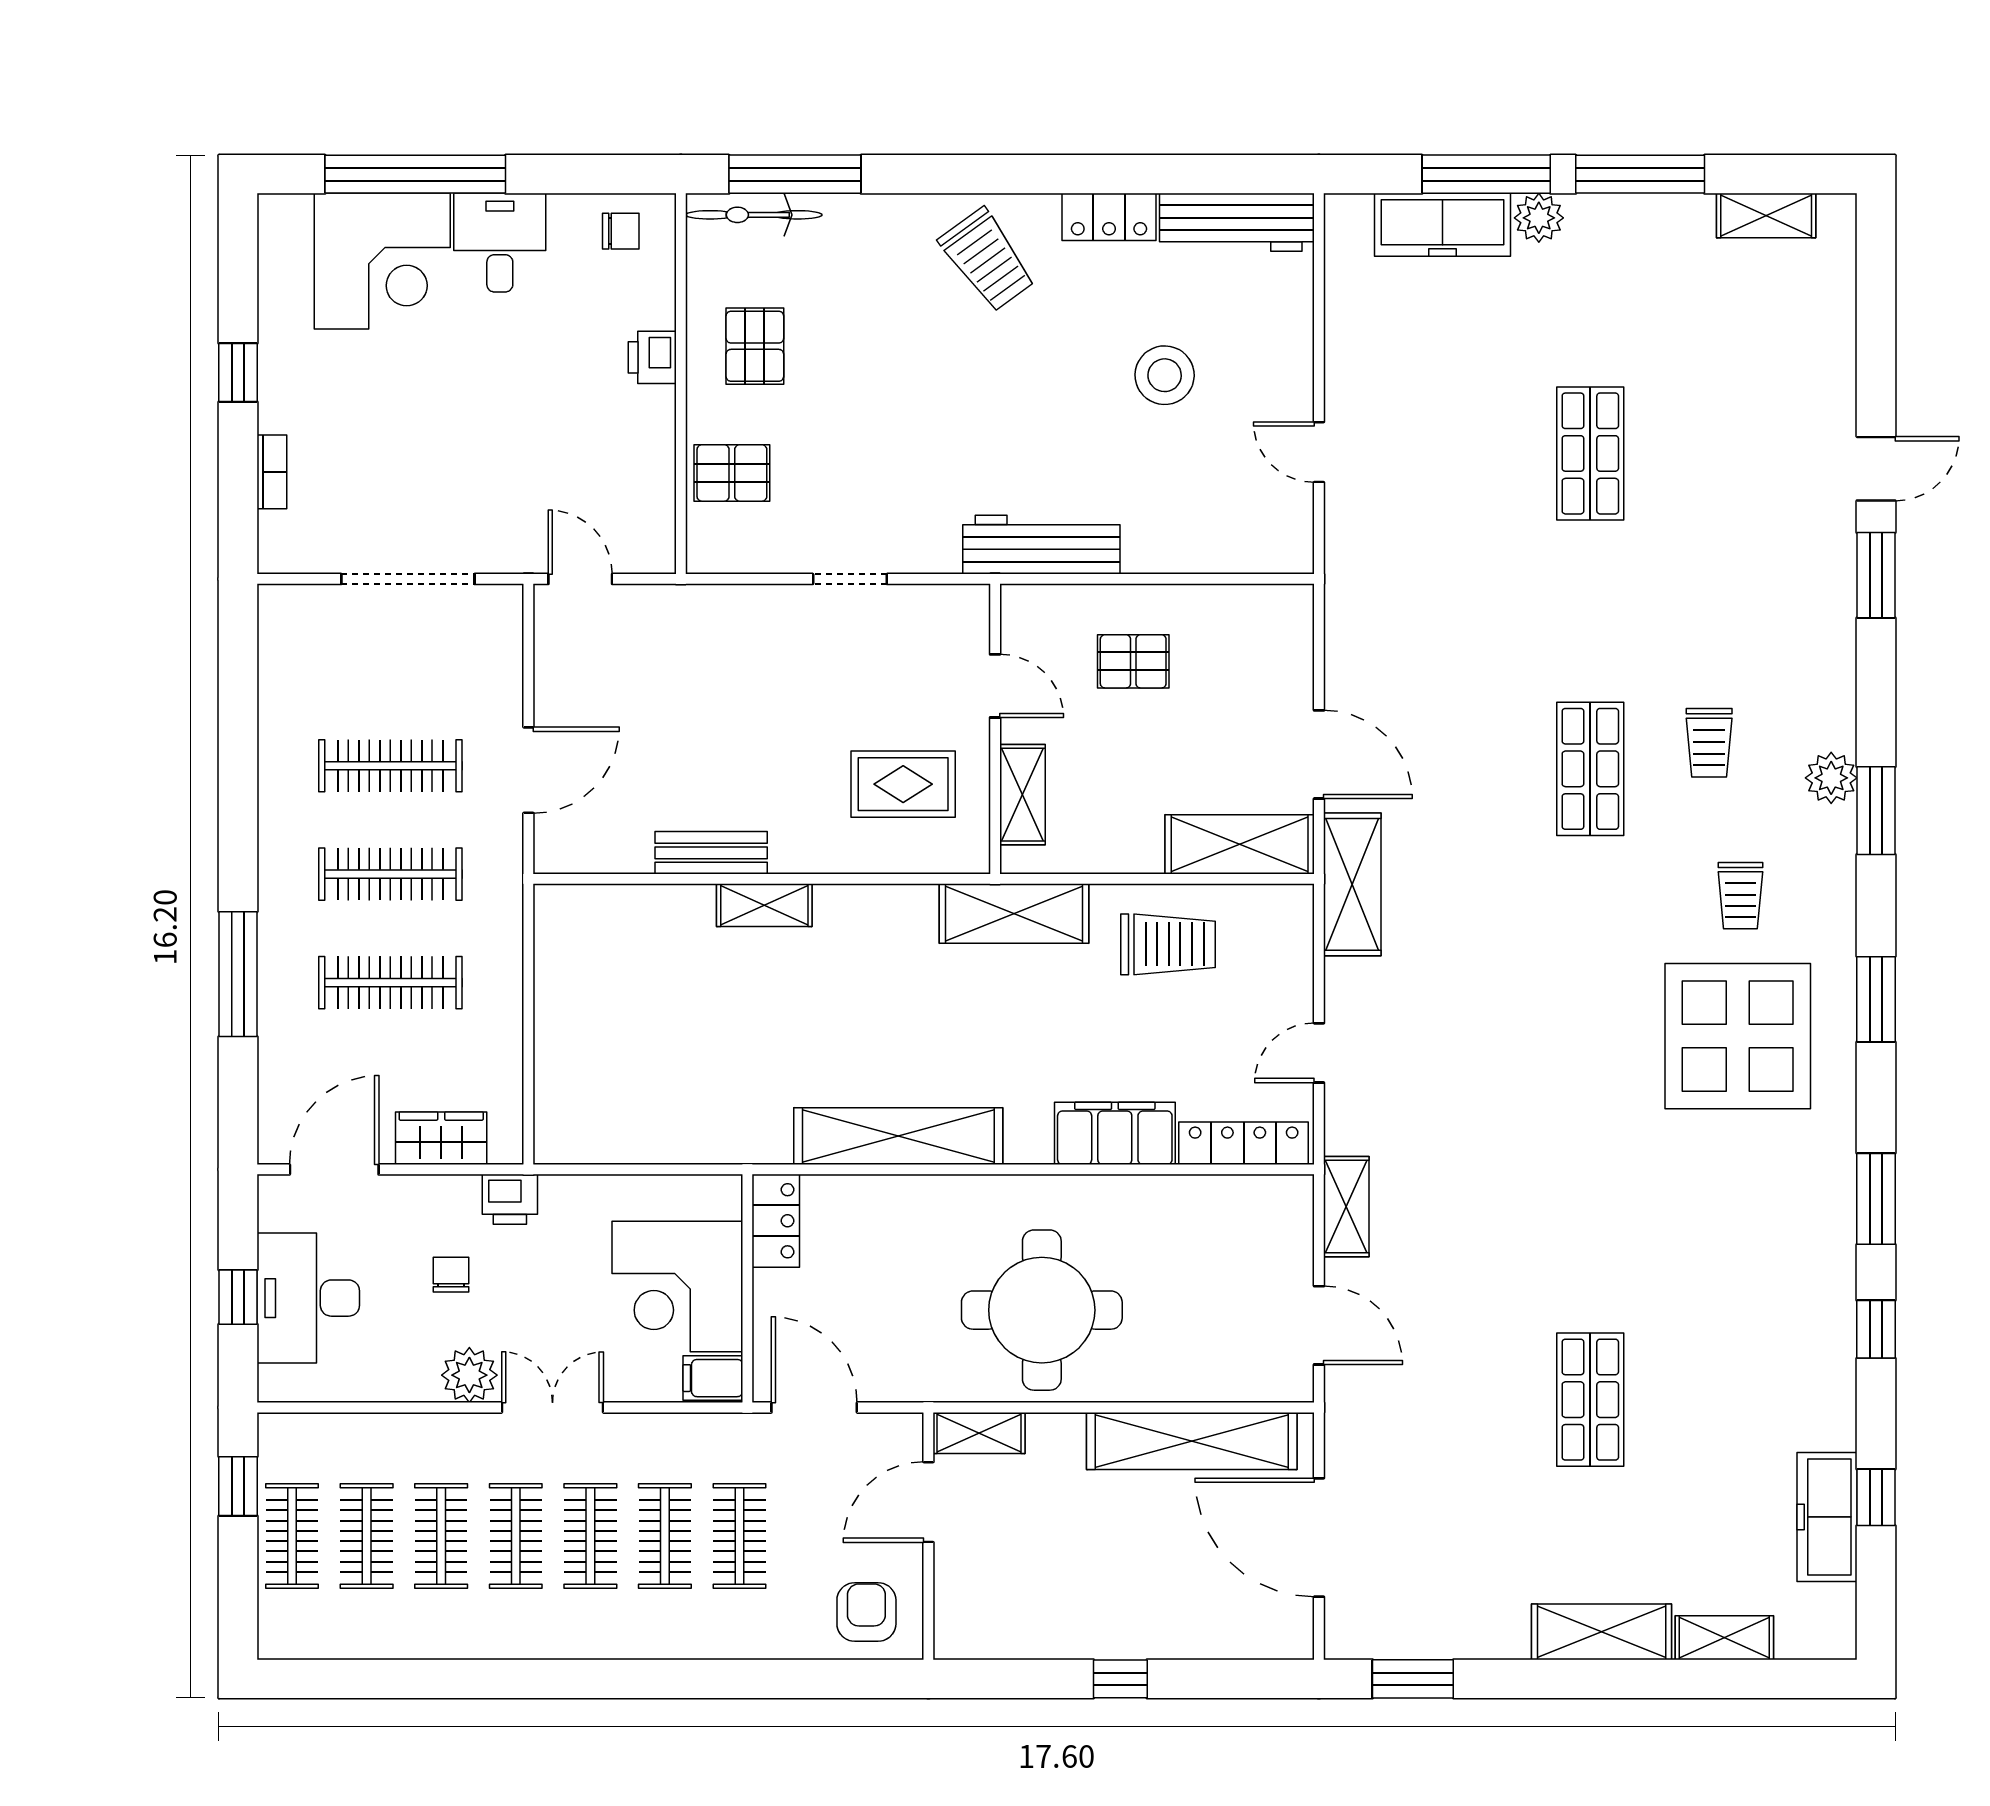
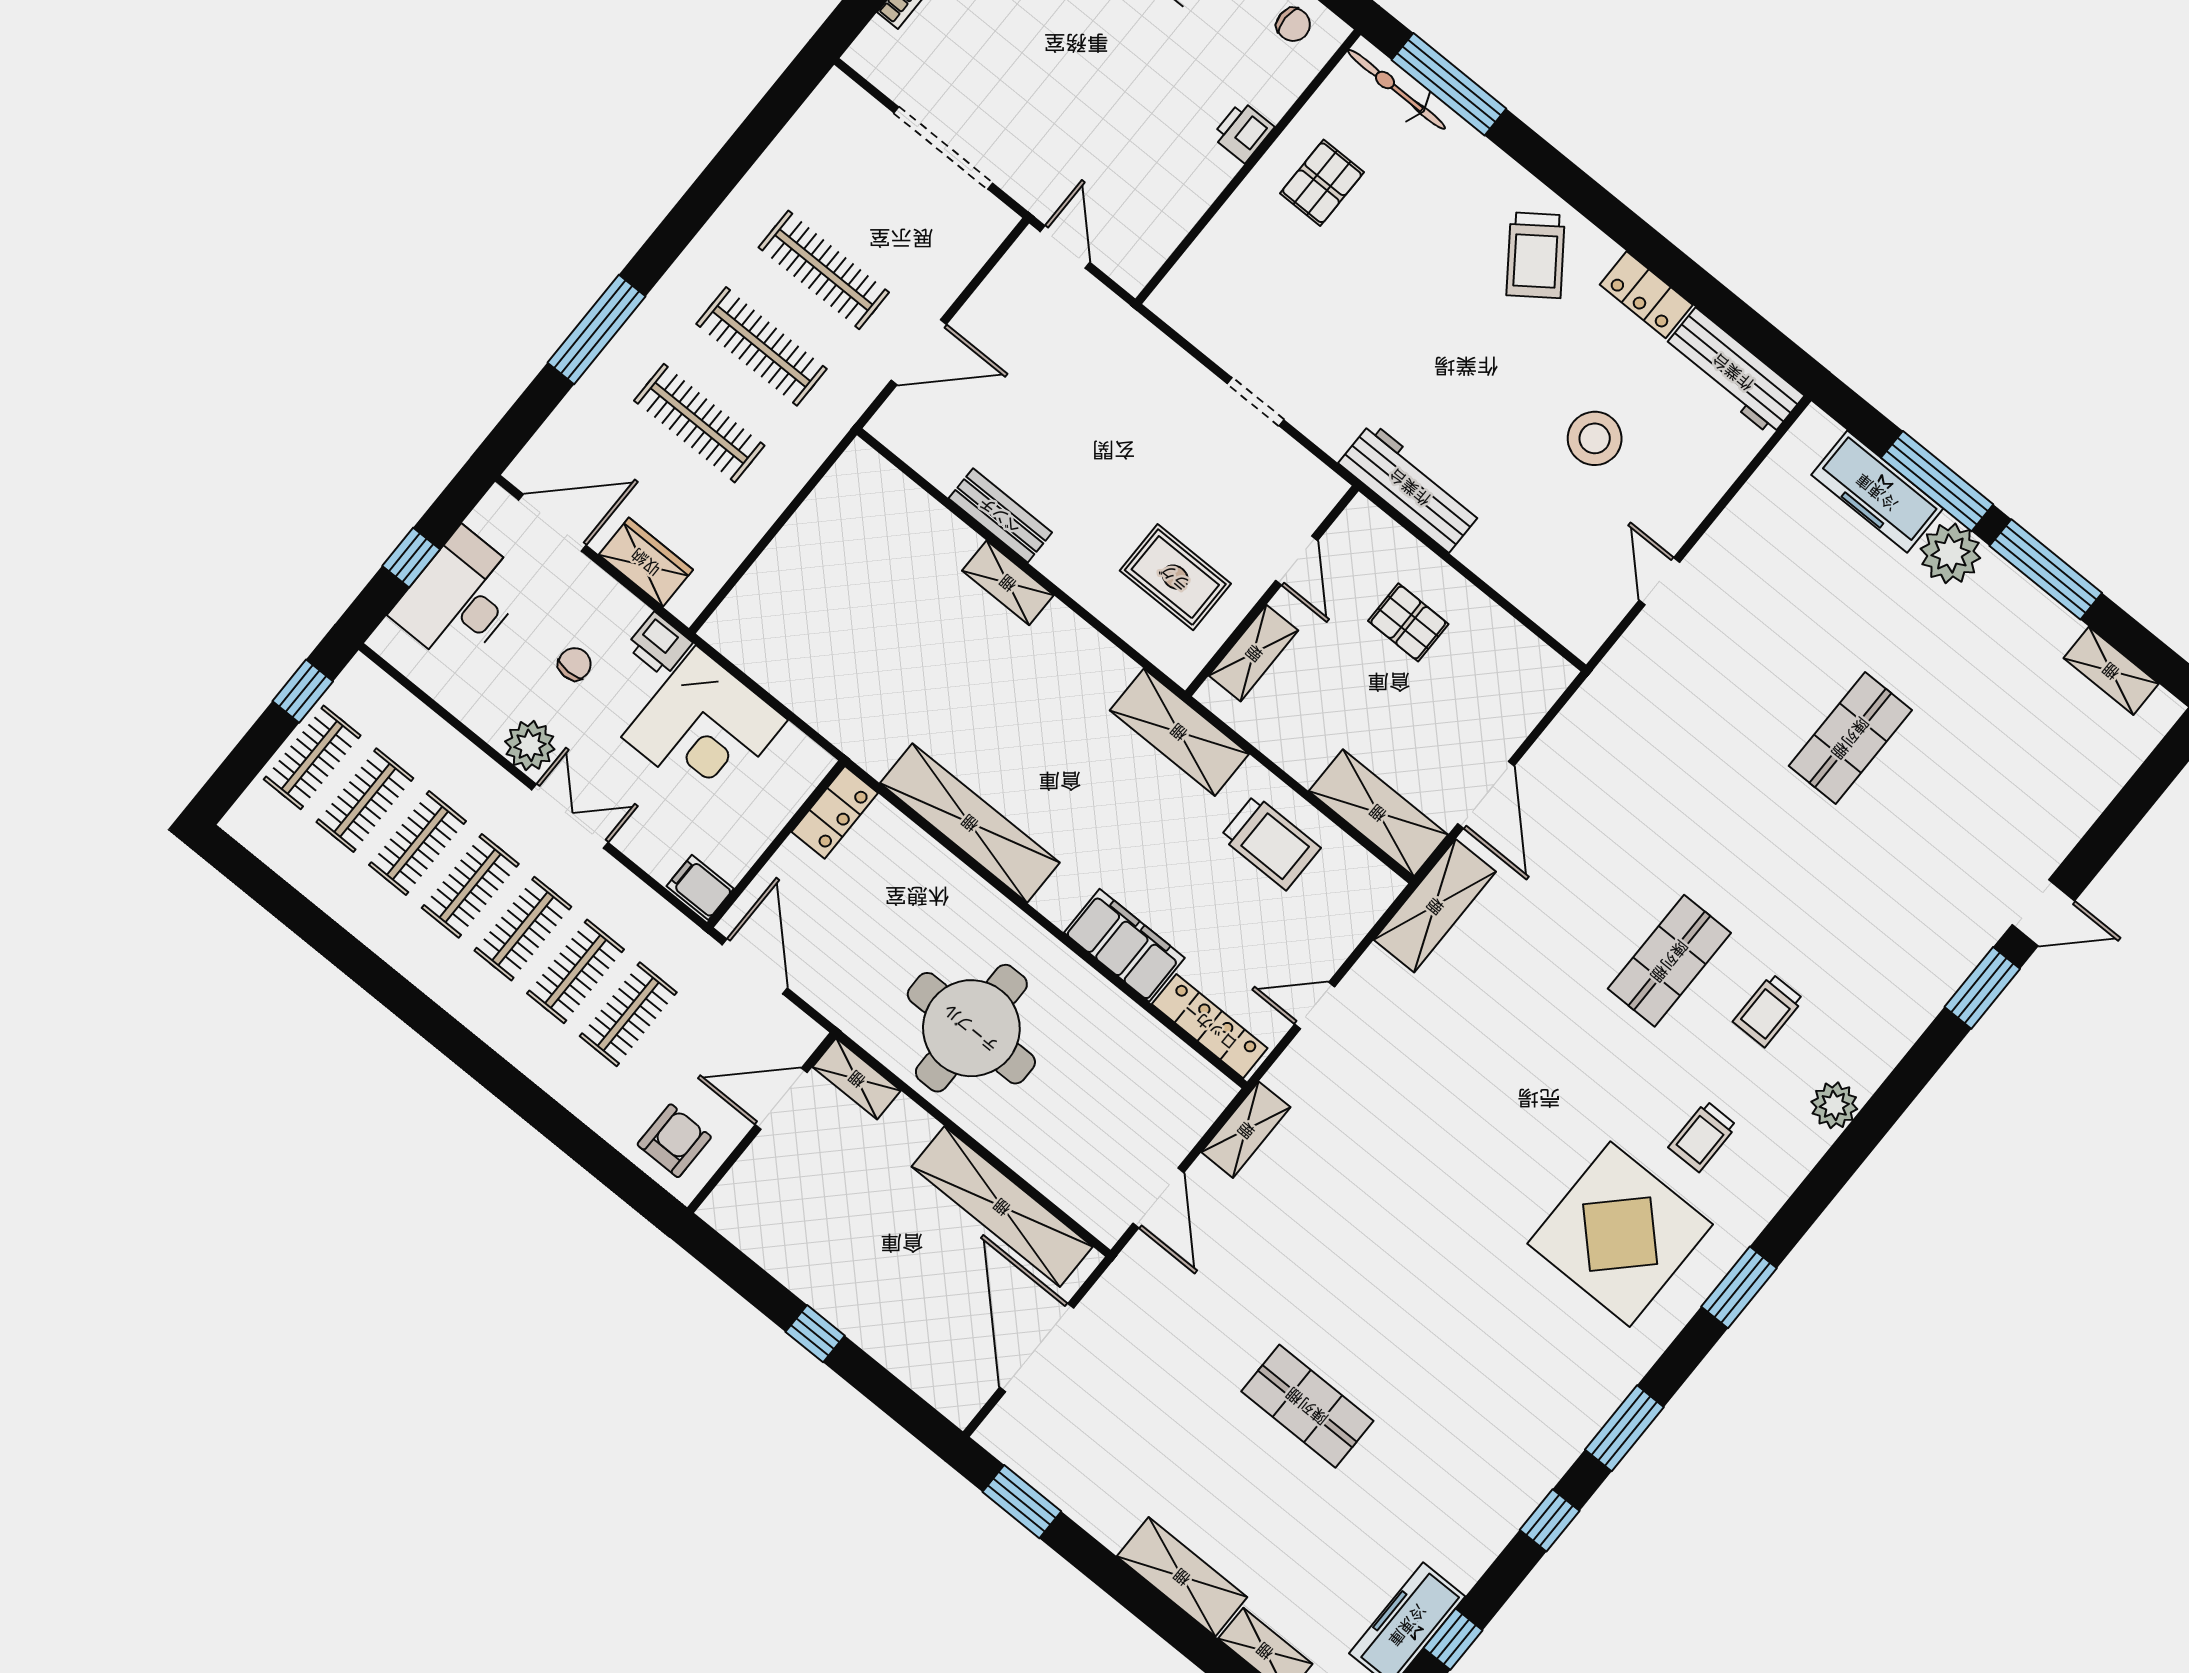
plant: (1539, 218) -> (1950, 553), width x1.36, depth x1.36
pallet: (732, 473) -> (1233, 259), removed
window: (1876, 811) -> (1847, 1154), removed
corner desk: (677, 1287) -> (705, 728), moved, turned -90
shop shelf: (1590, 1400) -> (1307, 1406), turned 90

